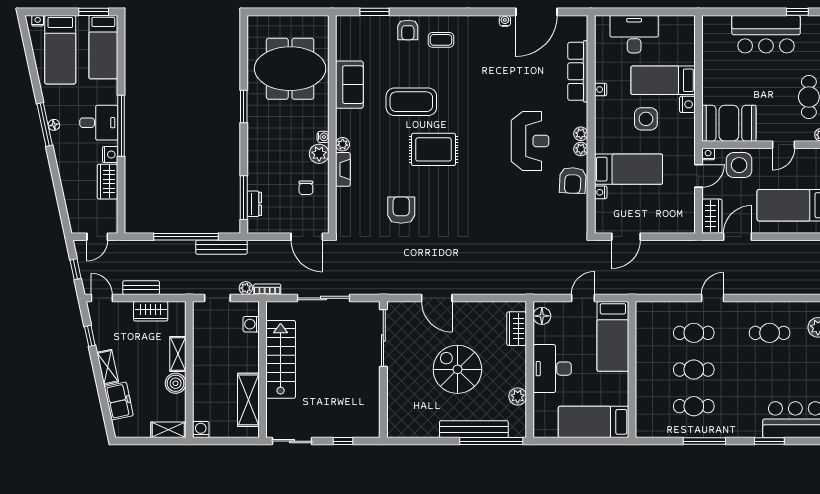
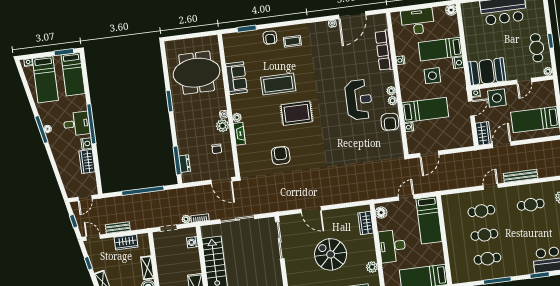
floor lamp: (687, 23) -> (451, 10), added
bench: (221, 247) -> (521, 176), moved

